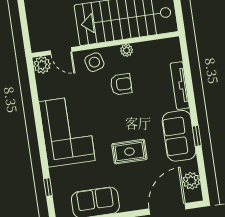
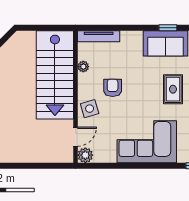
plant: (126, 50) -> (83, 67), moved
tv unit: (180, 86) -> (99, 36), moved

